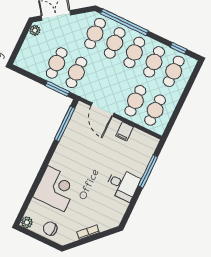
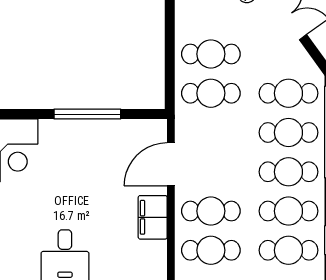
window: (57, 89) -> (170, 75), removed
window: (65, 124) -> (87, 114), moved
filing cabinet: (125, 131) -> (153, 217), width x2.00

